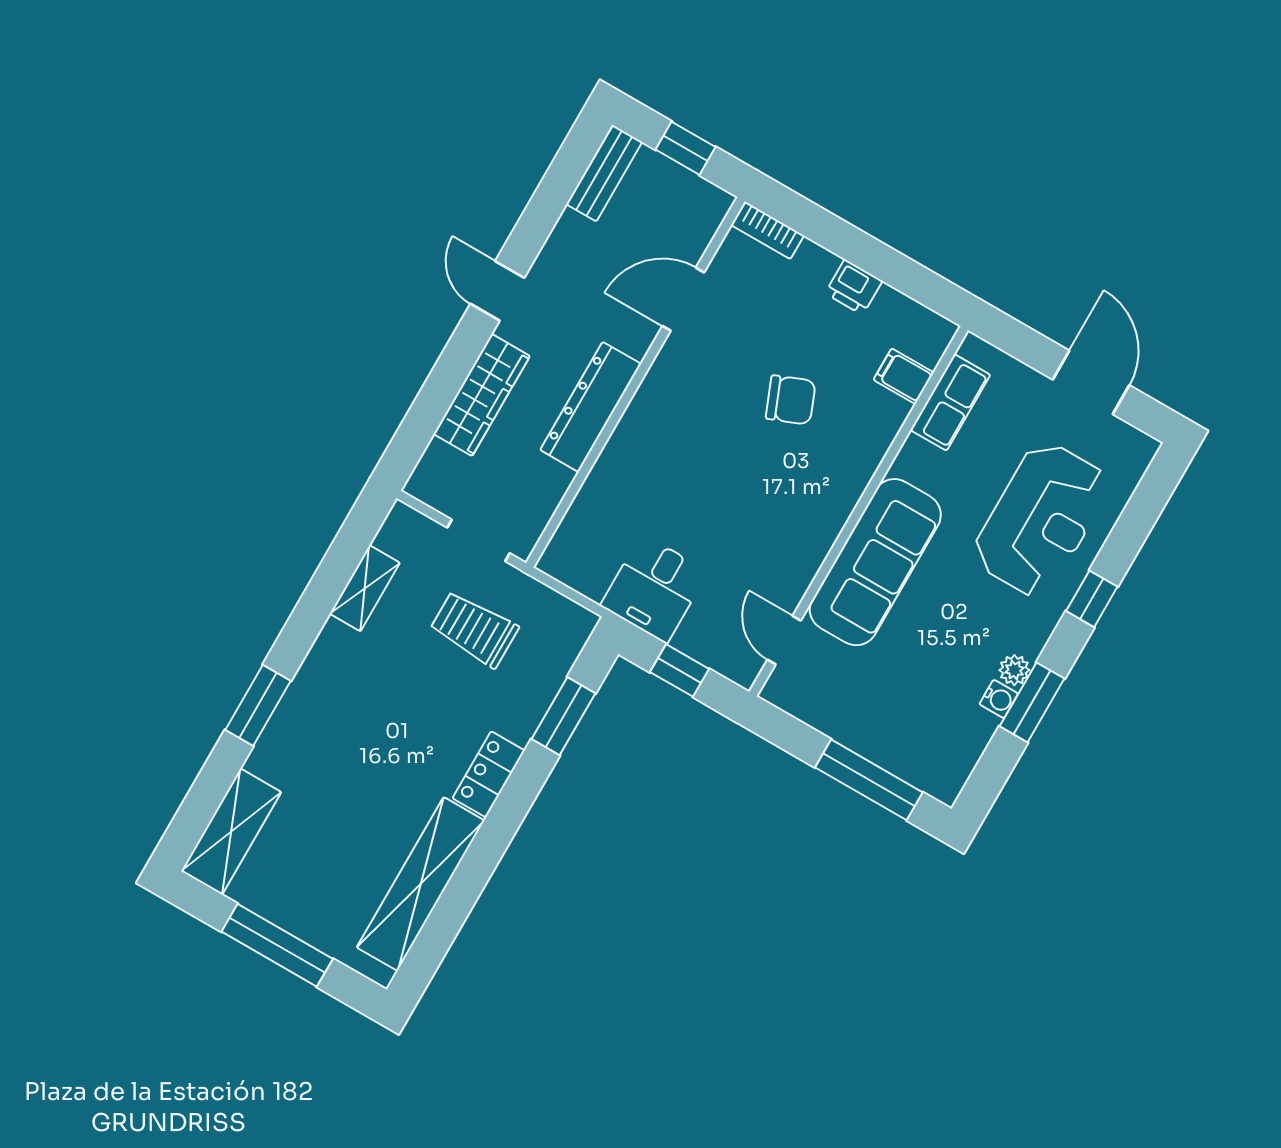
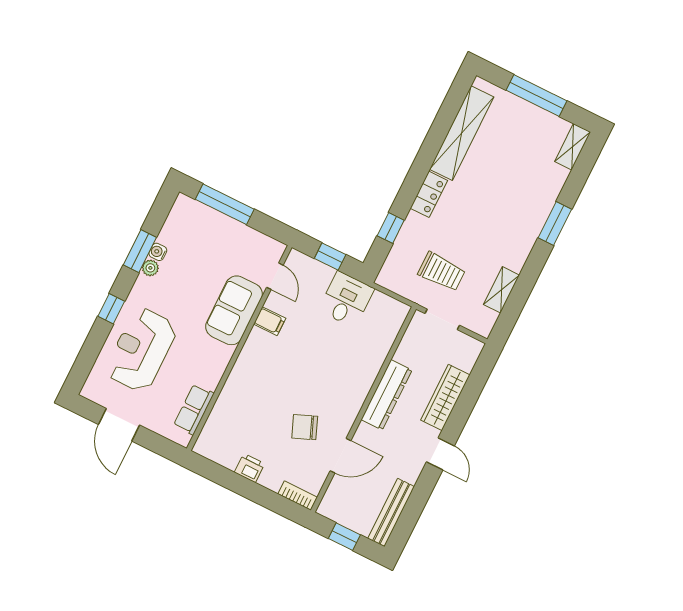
bench: (604, 173) -> (391, 513), width x1.36
filing cabinet: (904, 376) -> (270, 321), moved
chair: (791, 400) -> (305, 427), moved
sofa: (875, 562) -> (234, 310), width x0.73
window: (563, 716) -> (391, 228), width x0.67
shelving: (231, 832) -> (573, 147), width x0.67, depth x0.75

